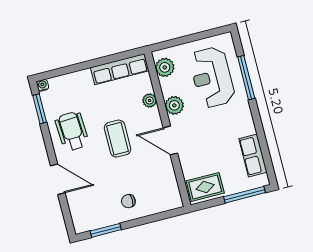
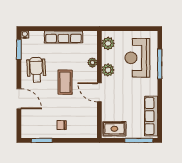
row of seats: (120, 69) -> (63, 37), moved
row of seats: (253, 155) -> (151, 116), width x1.48

